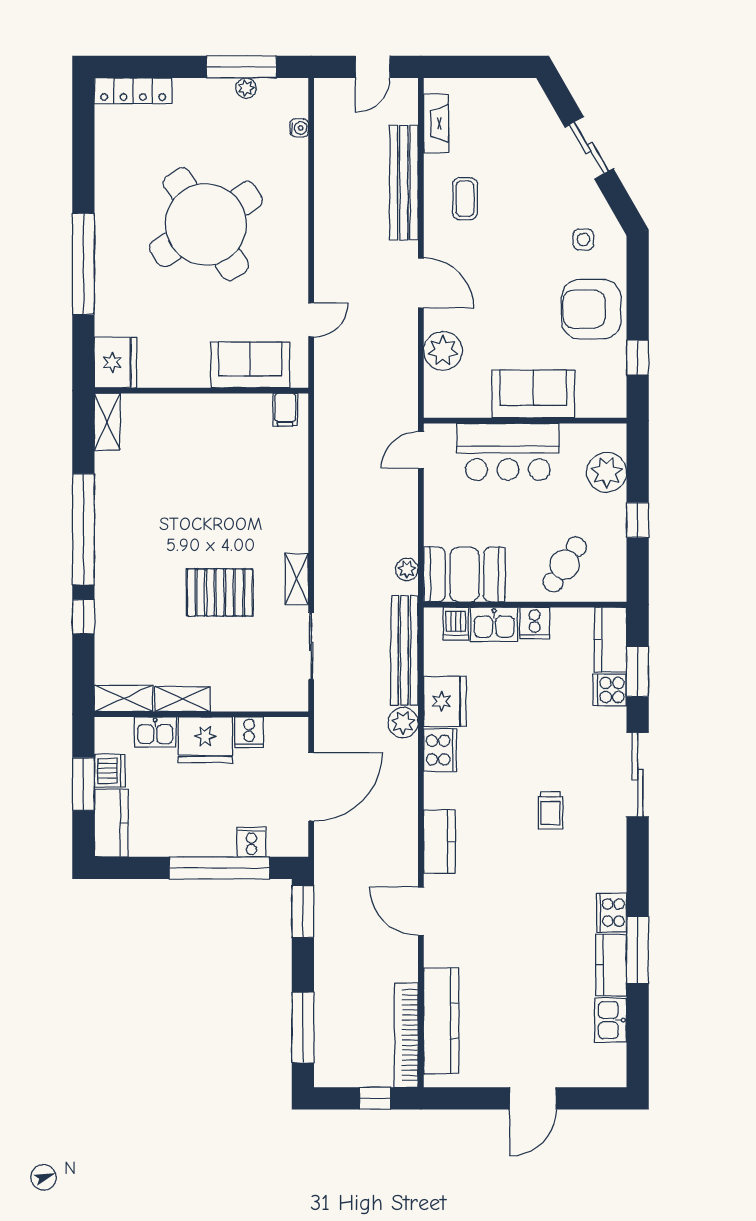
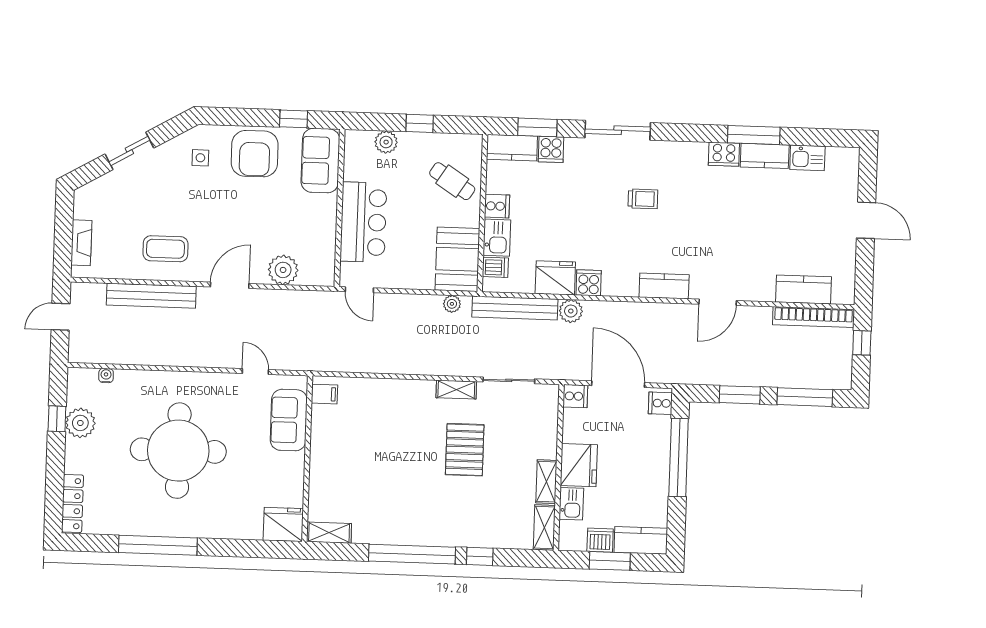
window: (241, 67) -> (57, 419), width x0.46
door: (373, 67) -> (61, 317), swing flipped
plant: (246, 88) -> (80, 423), width x1.87, depth x1.87
fireplace: (436, 123) -> (81, 243), moved, turned 90
coffee table: (465, 199) -> (165, 249), width x1.36, depth x1.30
round table: (206, 224) -> (178, 451), turned 33
window: (83, 264) -> (158, 545), moved
sofa: (533, 394) -> (320, 161), moved
plant: (607, 472) -> (386, 142), width x0.73, depth x0.73
cooker: (249, 732) -> (575, 396), moved
cooker: (440, 750) -> (589, 283), width x0.73
cooker: (251, 842) -> (660, 403), moved
window: (303, 911) -> (740, 395), moved
kitchen counter: (441, 1021) -> (803, 289), width x0.67

